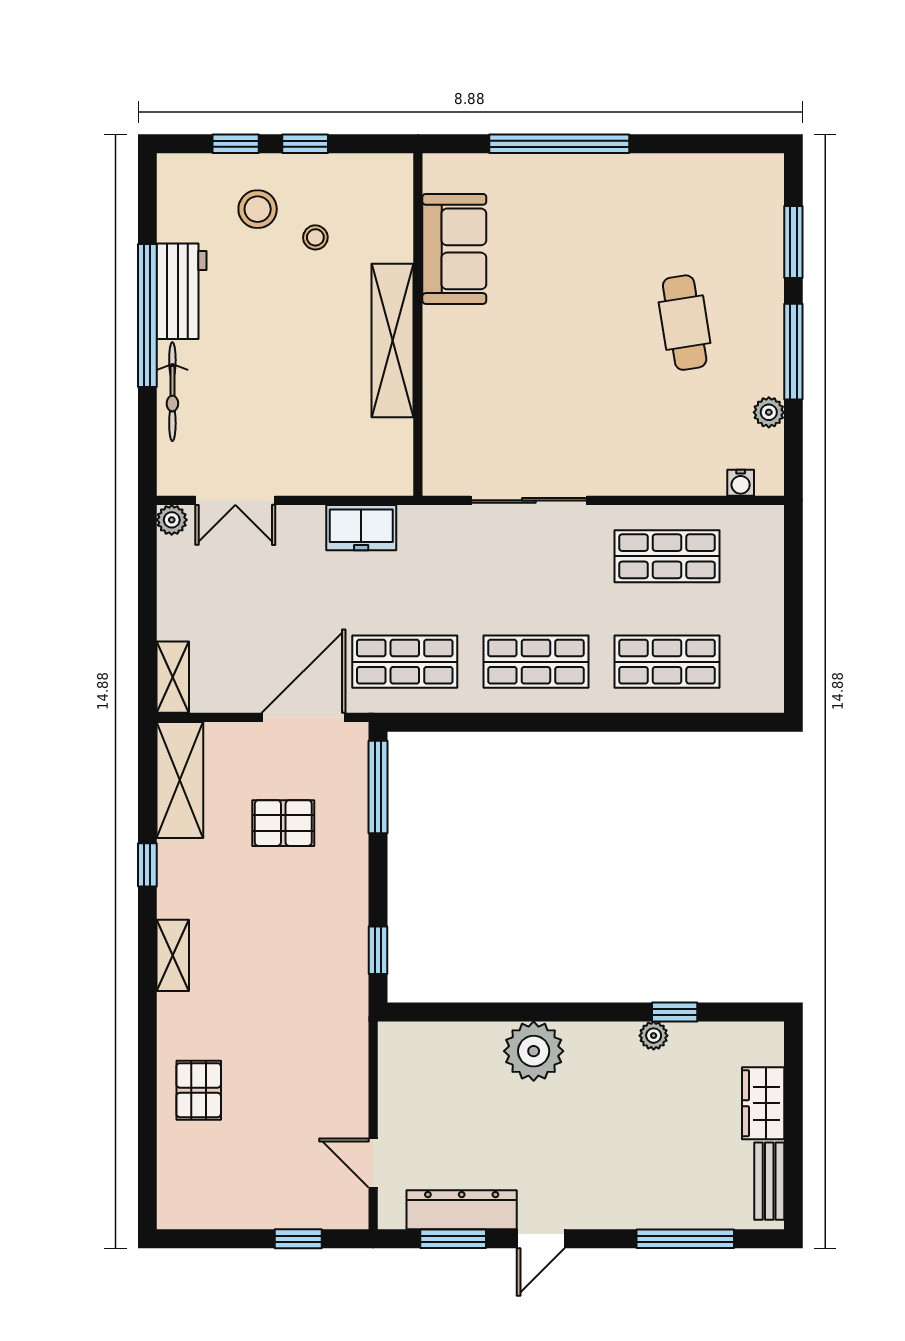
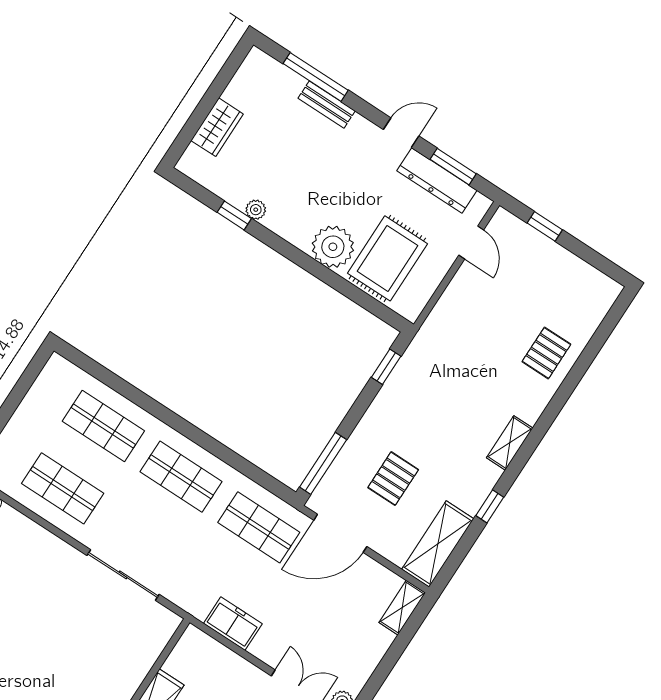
pallet: (283, 823) -> (393, 479), turned 90
rug: (460, 1079) -> (387, 258), added
bench: (769, 1181) -> (327, 105), moved, turned 90

